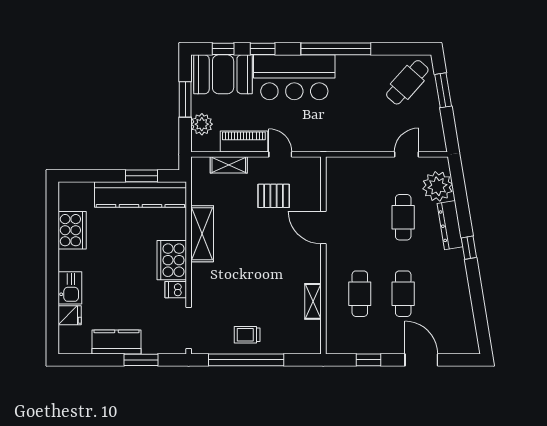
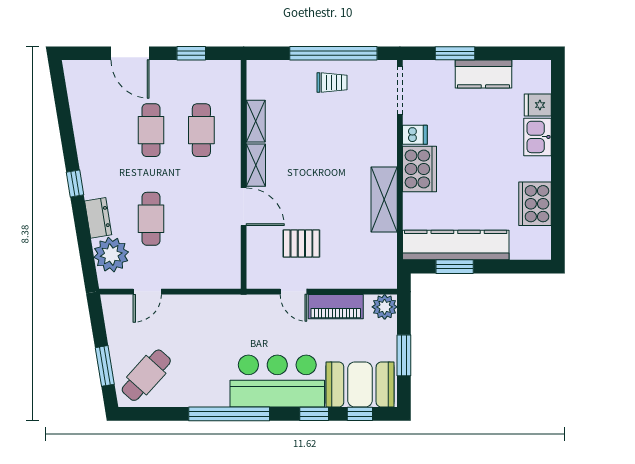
plant: (202, 124) -> (385, 307), moved
shelving: (229, 165) -> (256, 165), moved, turned 90
dresser: (450, 225) -> (98, 218), width x0.70

